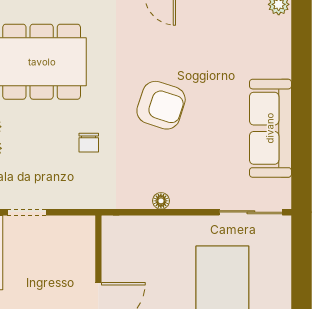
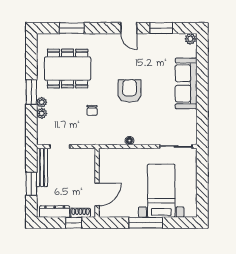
armchair: (161, 105) -> (130, 91), turned -108
sofa: (270, 128) -> (186, 83), moved

